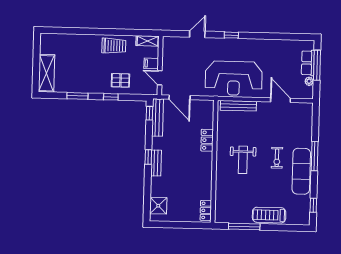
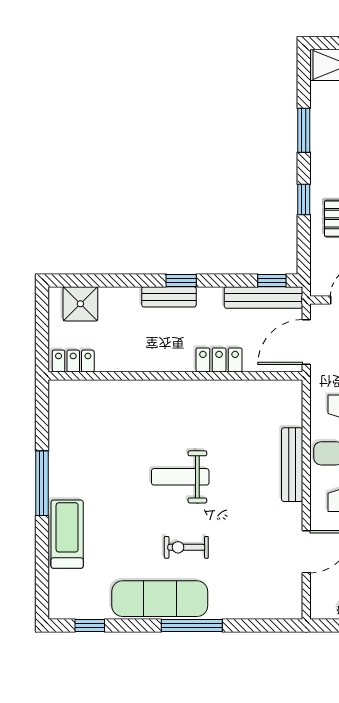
locker: (207, 140) -> (219, 360), moved
wall: (214, 161) -> (175, 376), moved
locker: (206, 210) -> (73, 361), moved

